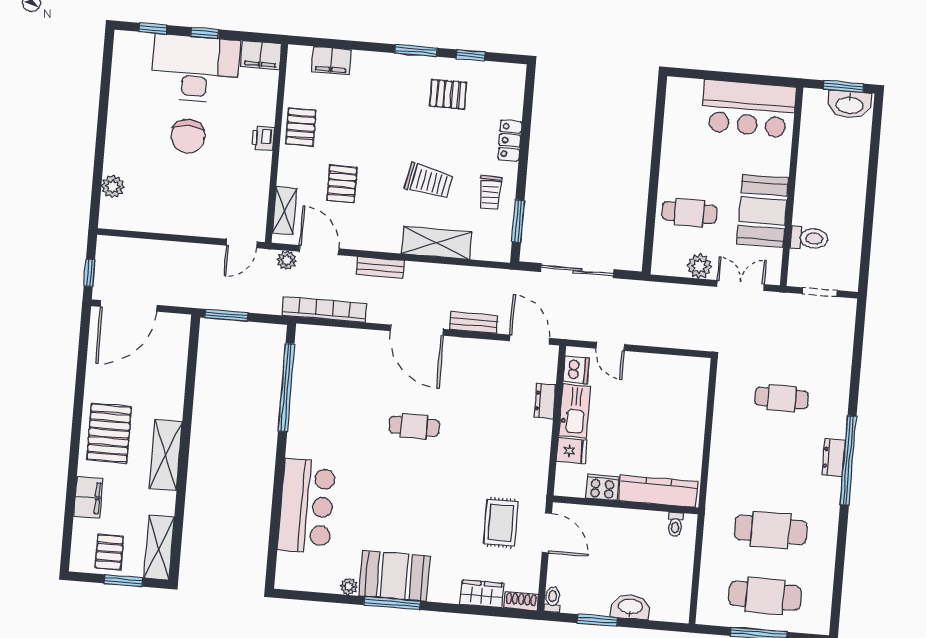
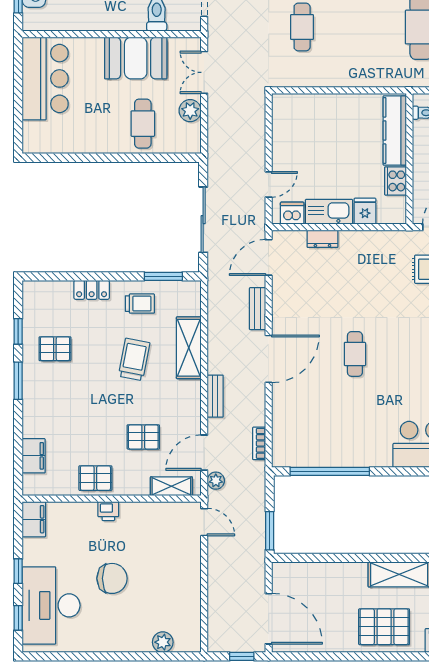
desk: (195, 69) -> (51, 605), moved
pallet: (448, 94) -> (55, 349), turned 90
bookcase: (324, 309) -> (259, 443), width x0.43, depth x0.76

